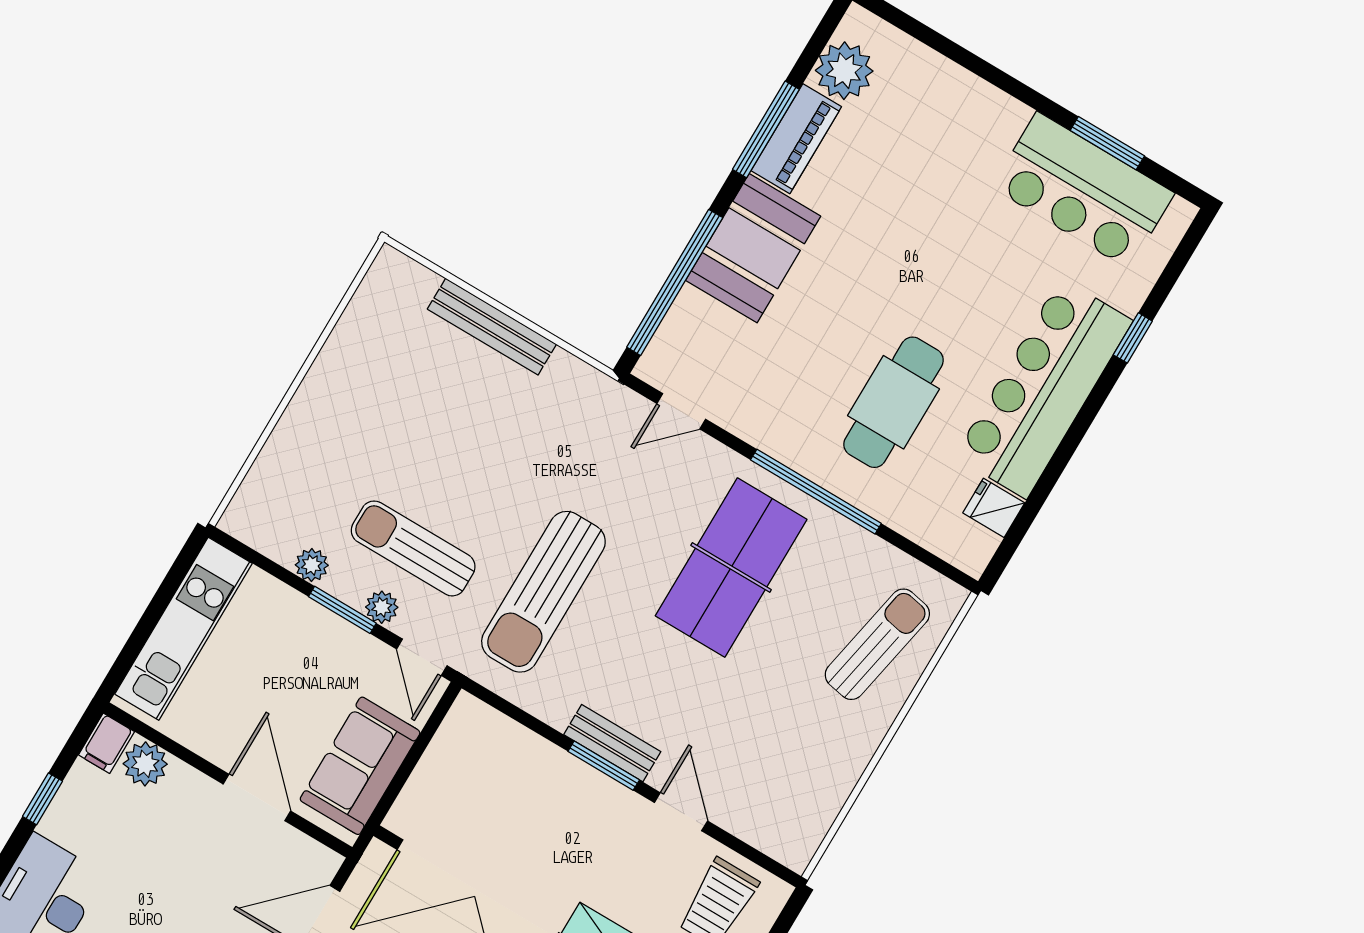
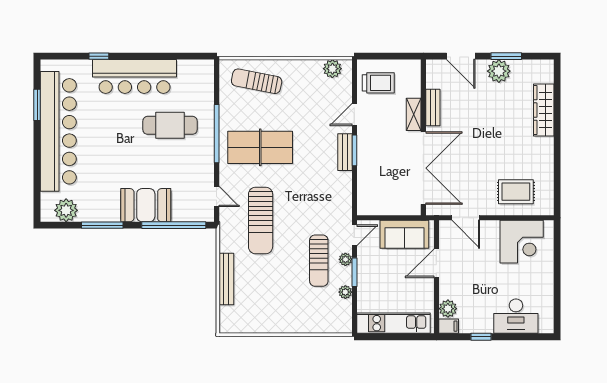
piano: (796, 139) -> (99, 213), removed
bar counter: (1083, 190) -> (58, 131), width x1.86
fridge: (994, 508) -> (186, 69), removed
sun lounger: (543, 592) -> (261, 221), moved, turned 90
plant: (807, 823) -> (332, 69), added

